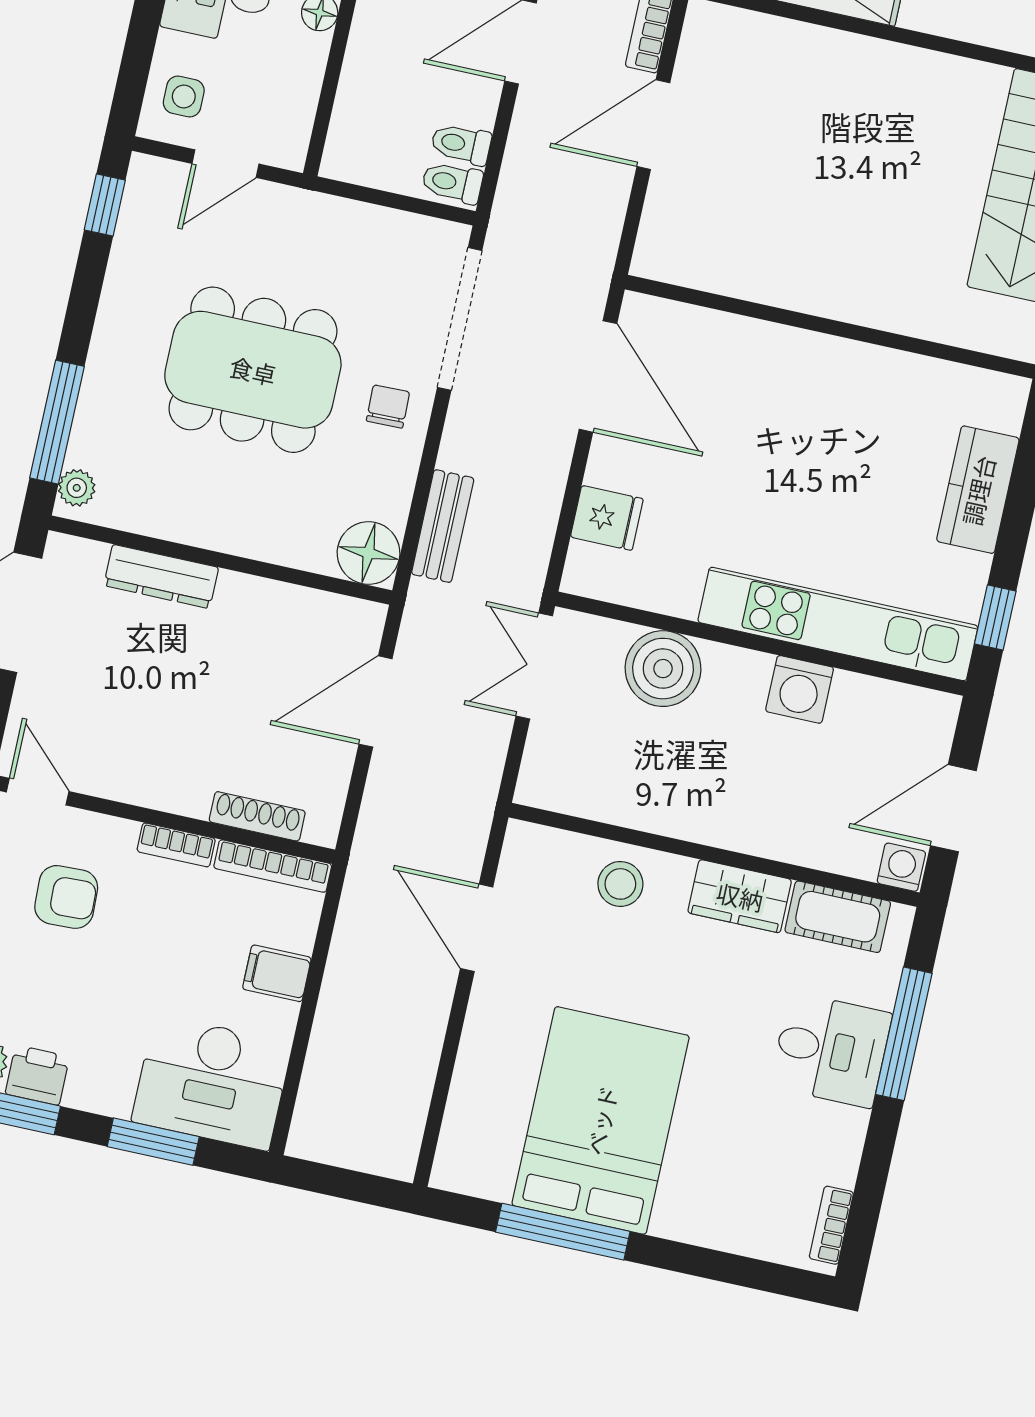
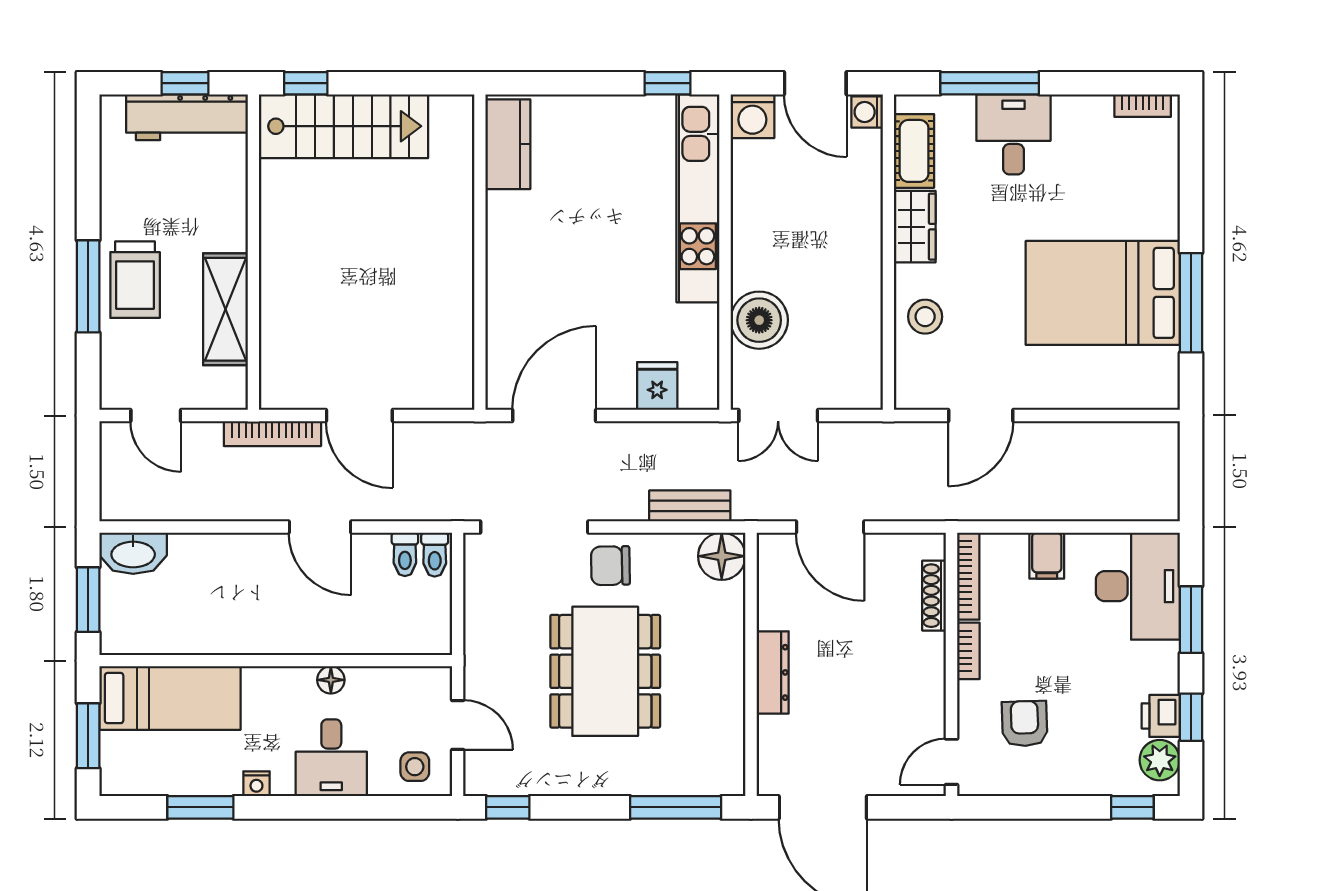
chair: (388, 406) -> (610, 566), width x1.37, depth x1.37
plant: (77, 488) -> (721, 782), removed
kitchen counter: (978, 490) -> (508, 144), moved, turned -90
dresser: (161, 576) -> (773, 672), moved
washing machine: (800, 689) -> (752, 116), moved, turned 90

